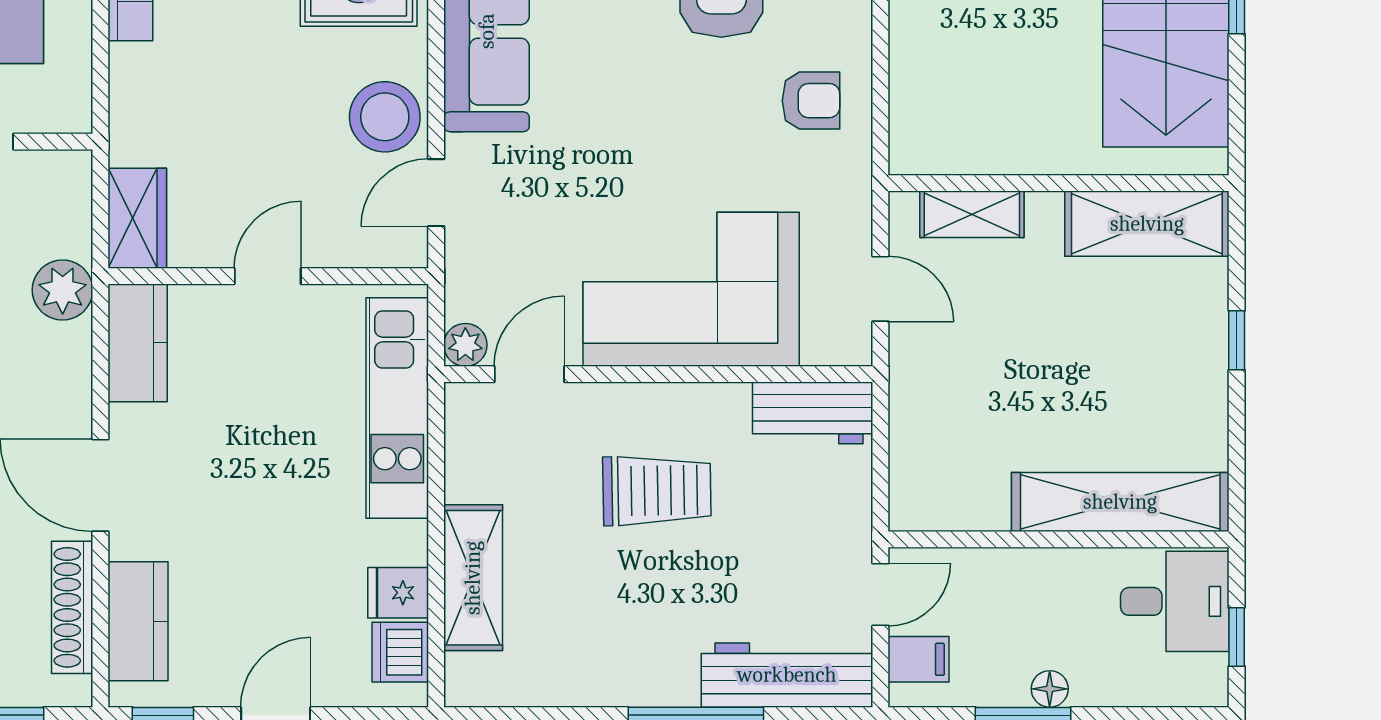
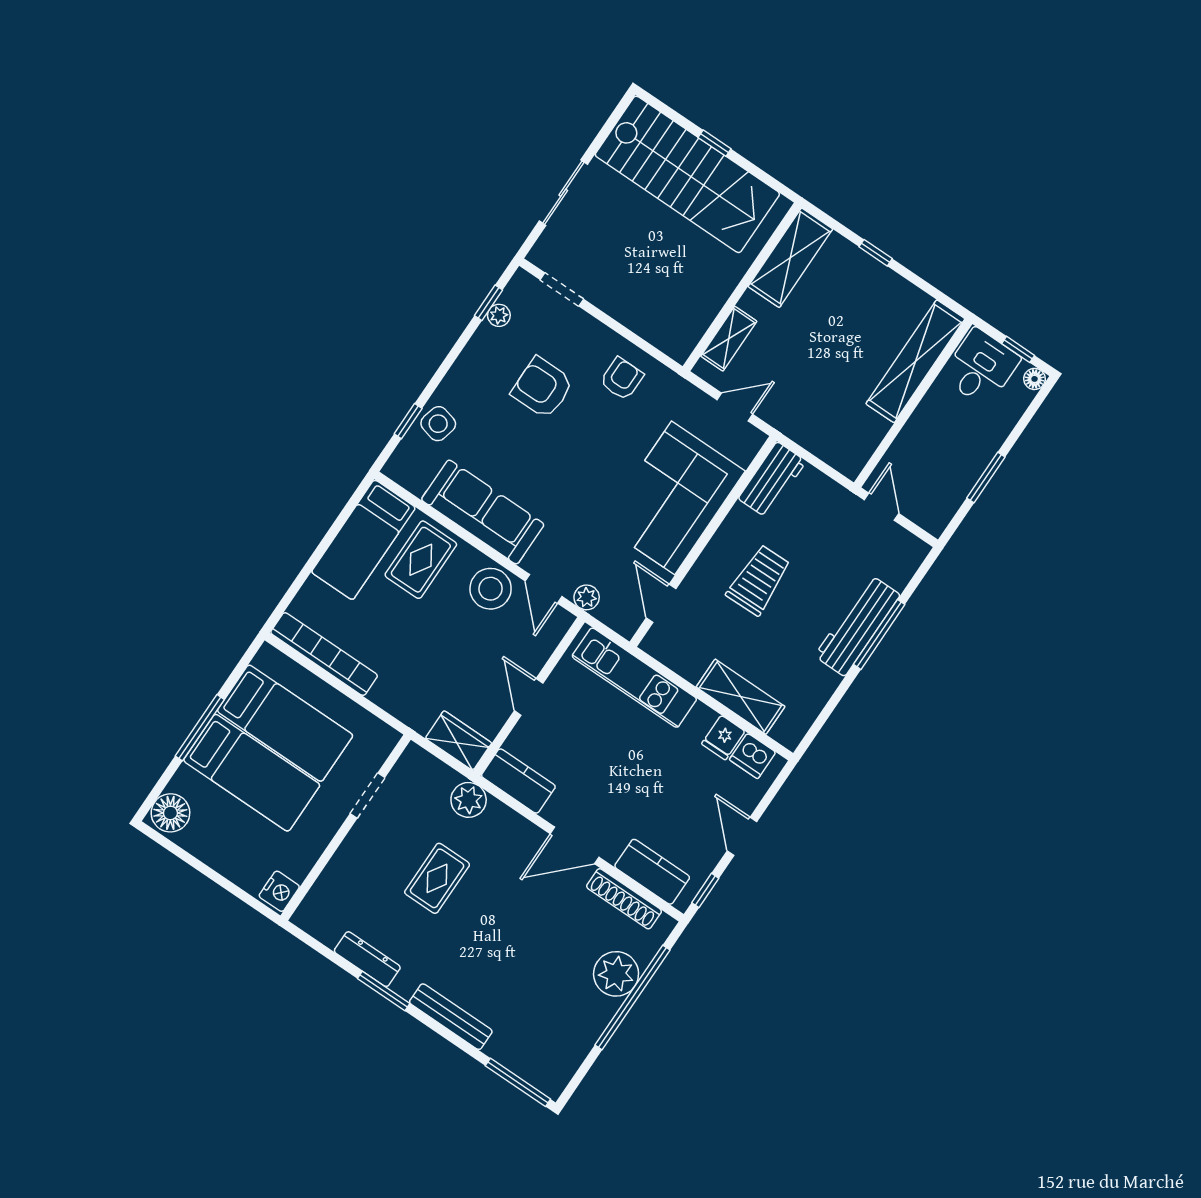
plant: (465, 345) -> (587, 597), moved
filing cabinet: (919, 659) -> (925, 509), removed
workbench: (787, 675) -> (857, 625), moved
floor lamp: (1050, 689) -> (1035, 379), moved

